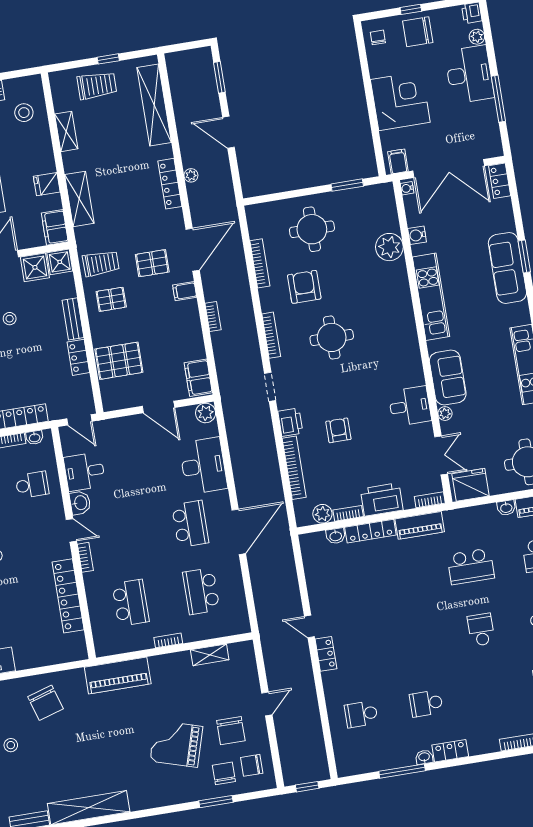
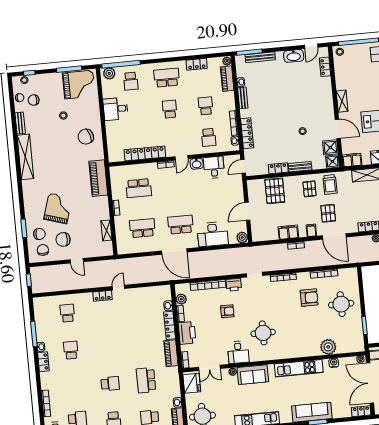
round table: (332, 337) -> (263, 333), moved
filing cabinet: (198, 378) -> (288, 232), moved
school desk: (190, 524) -> (181, 225), turned 180

